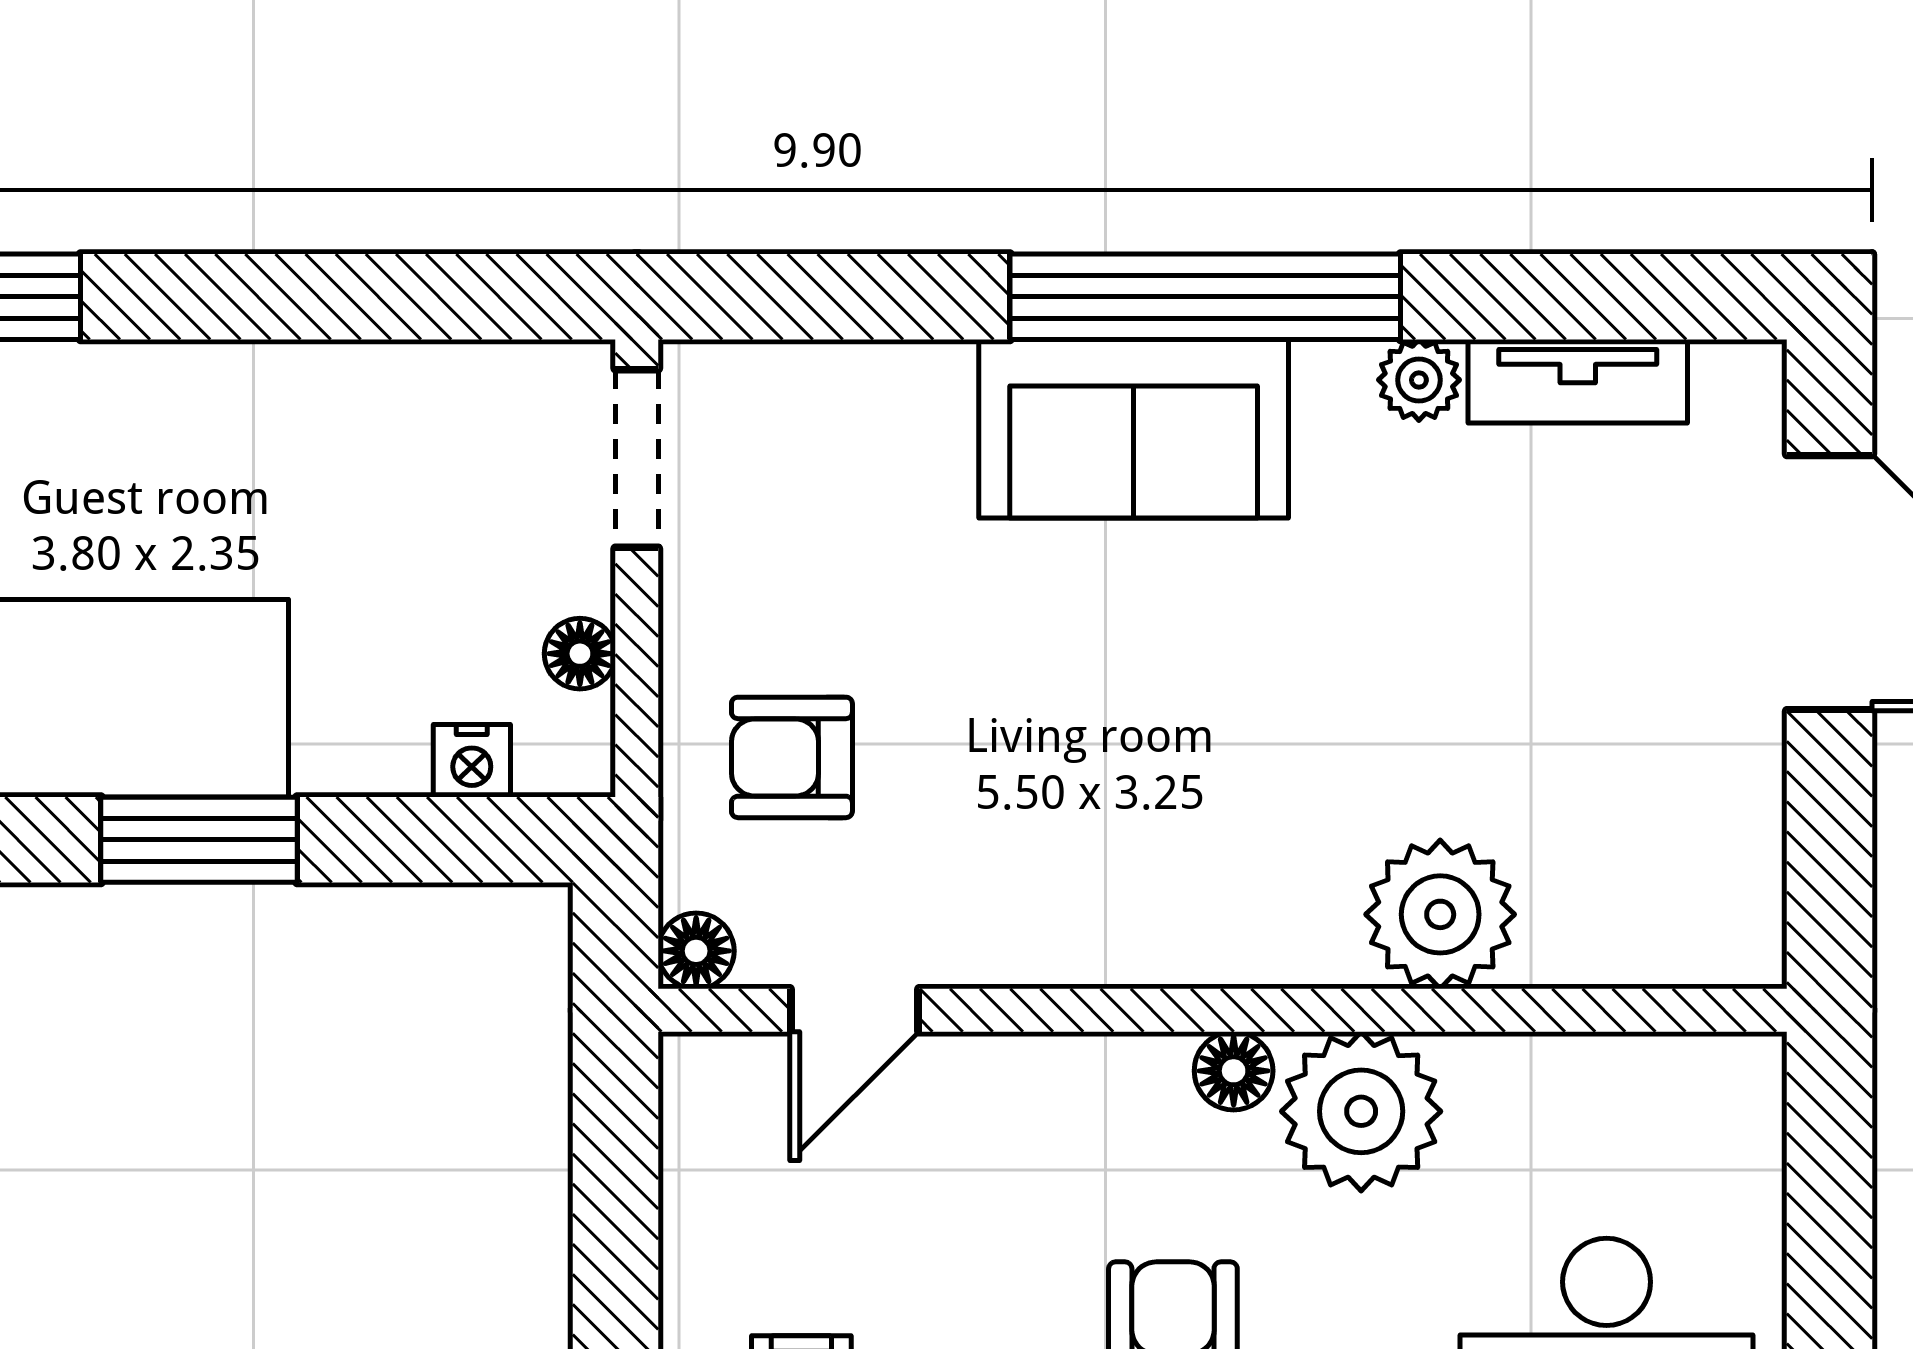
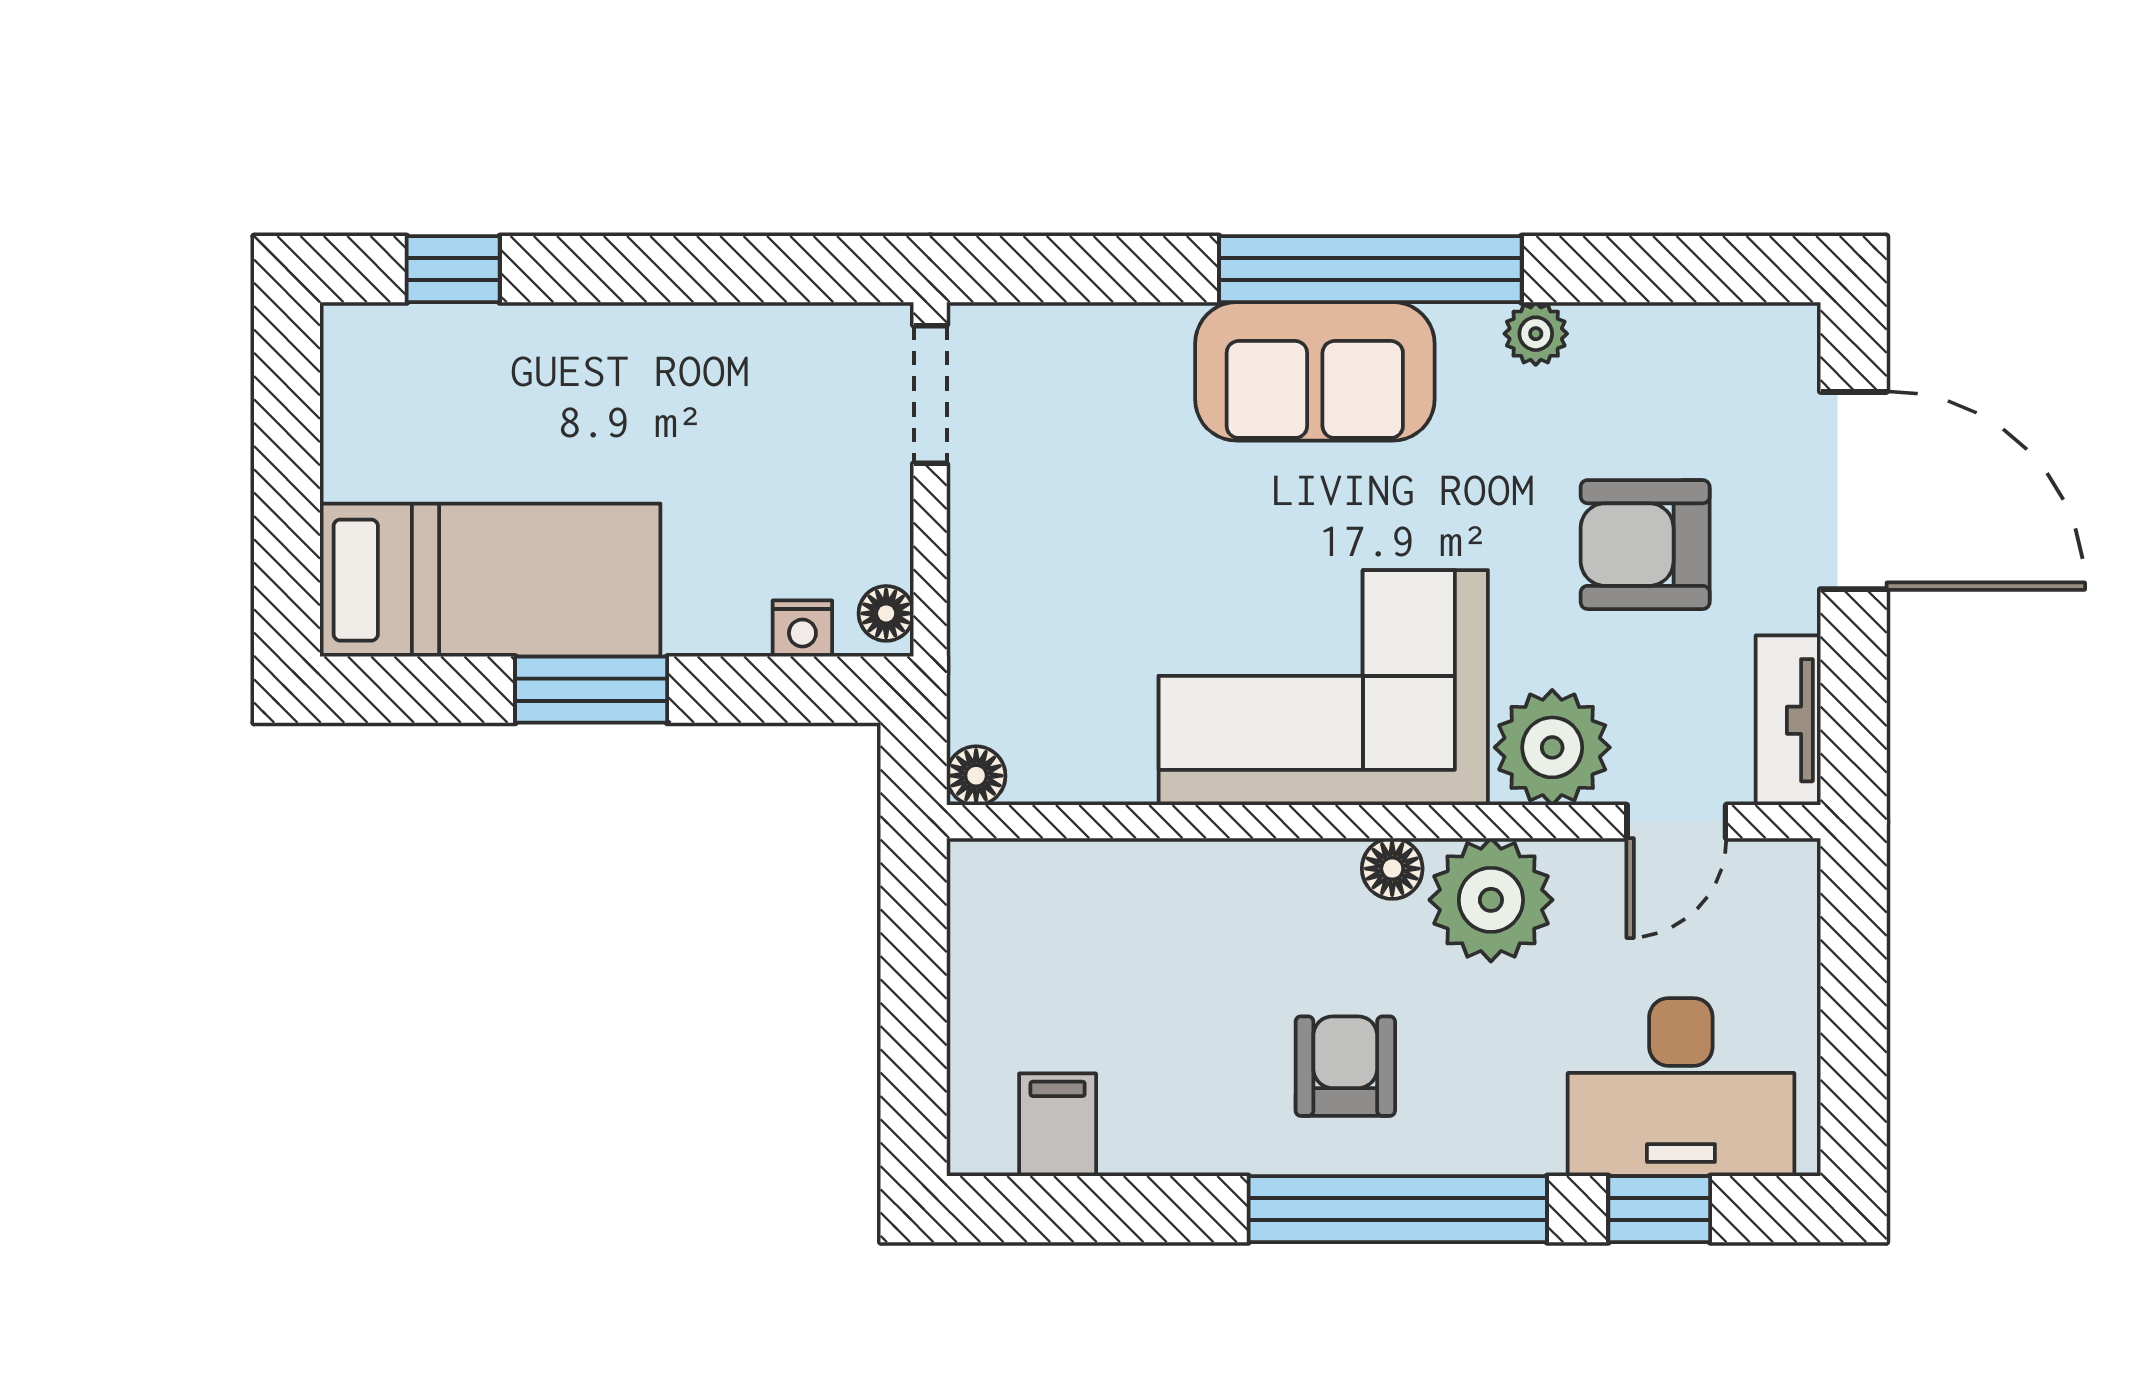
tv unit: (1578, 381) -> (1788, 720), moved, turned 90
floor lamp: (580, 654) -> (886, 613), moved
armchair: (792, 757) -> (1645, 545), moved, width x1.38, depth x1.38
corner sofa: (1144, 837) -> (1323, 688), added
door: (854, 1010) -> (1676, 822), moved

